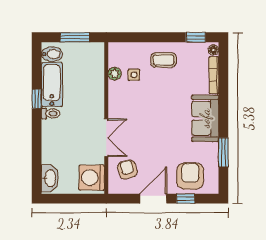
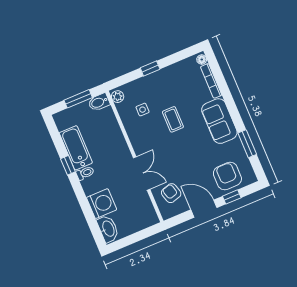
window: (196, 37) -> (150, 69), moved
bidet: (52, 54) -> (99, 102), moved, turned 180
coffee table: (164, 60) -> (173, 119), moved, turned 90
plant: (115, 74) -> (118, 97), moved
washing machine: (92, 178) -> (102, 204), moved, turned 180
door: (153, 199) -> (204, 209), hinge flipped

